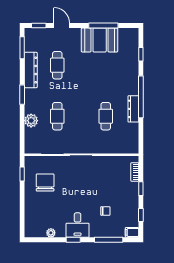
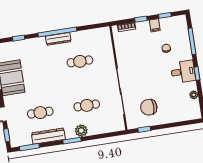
dresser: (133, 109) -> (58, 39), moved
plant: (31, 121) -> (81, 131), moved
filing cabinet: (132, 232) -> (155, 25), moved

